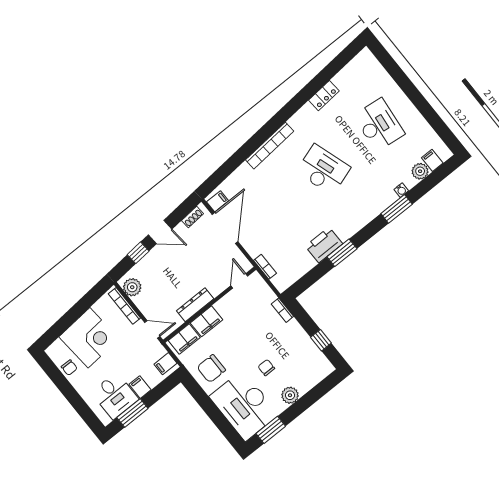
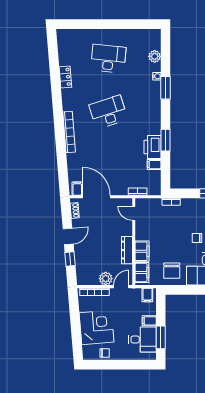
filing cabinet: (432, 160) -> (154, 165), moved
plant: (132, 287) -> (106, 279), moved

